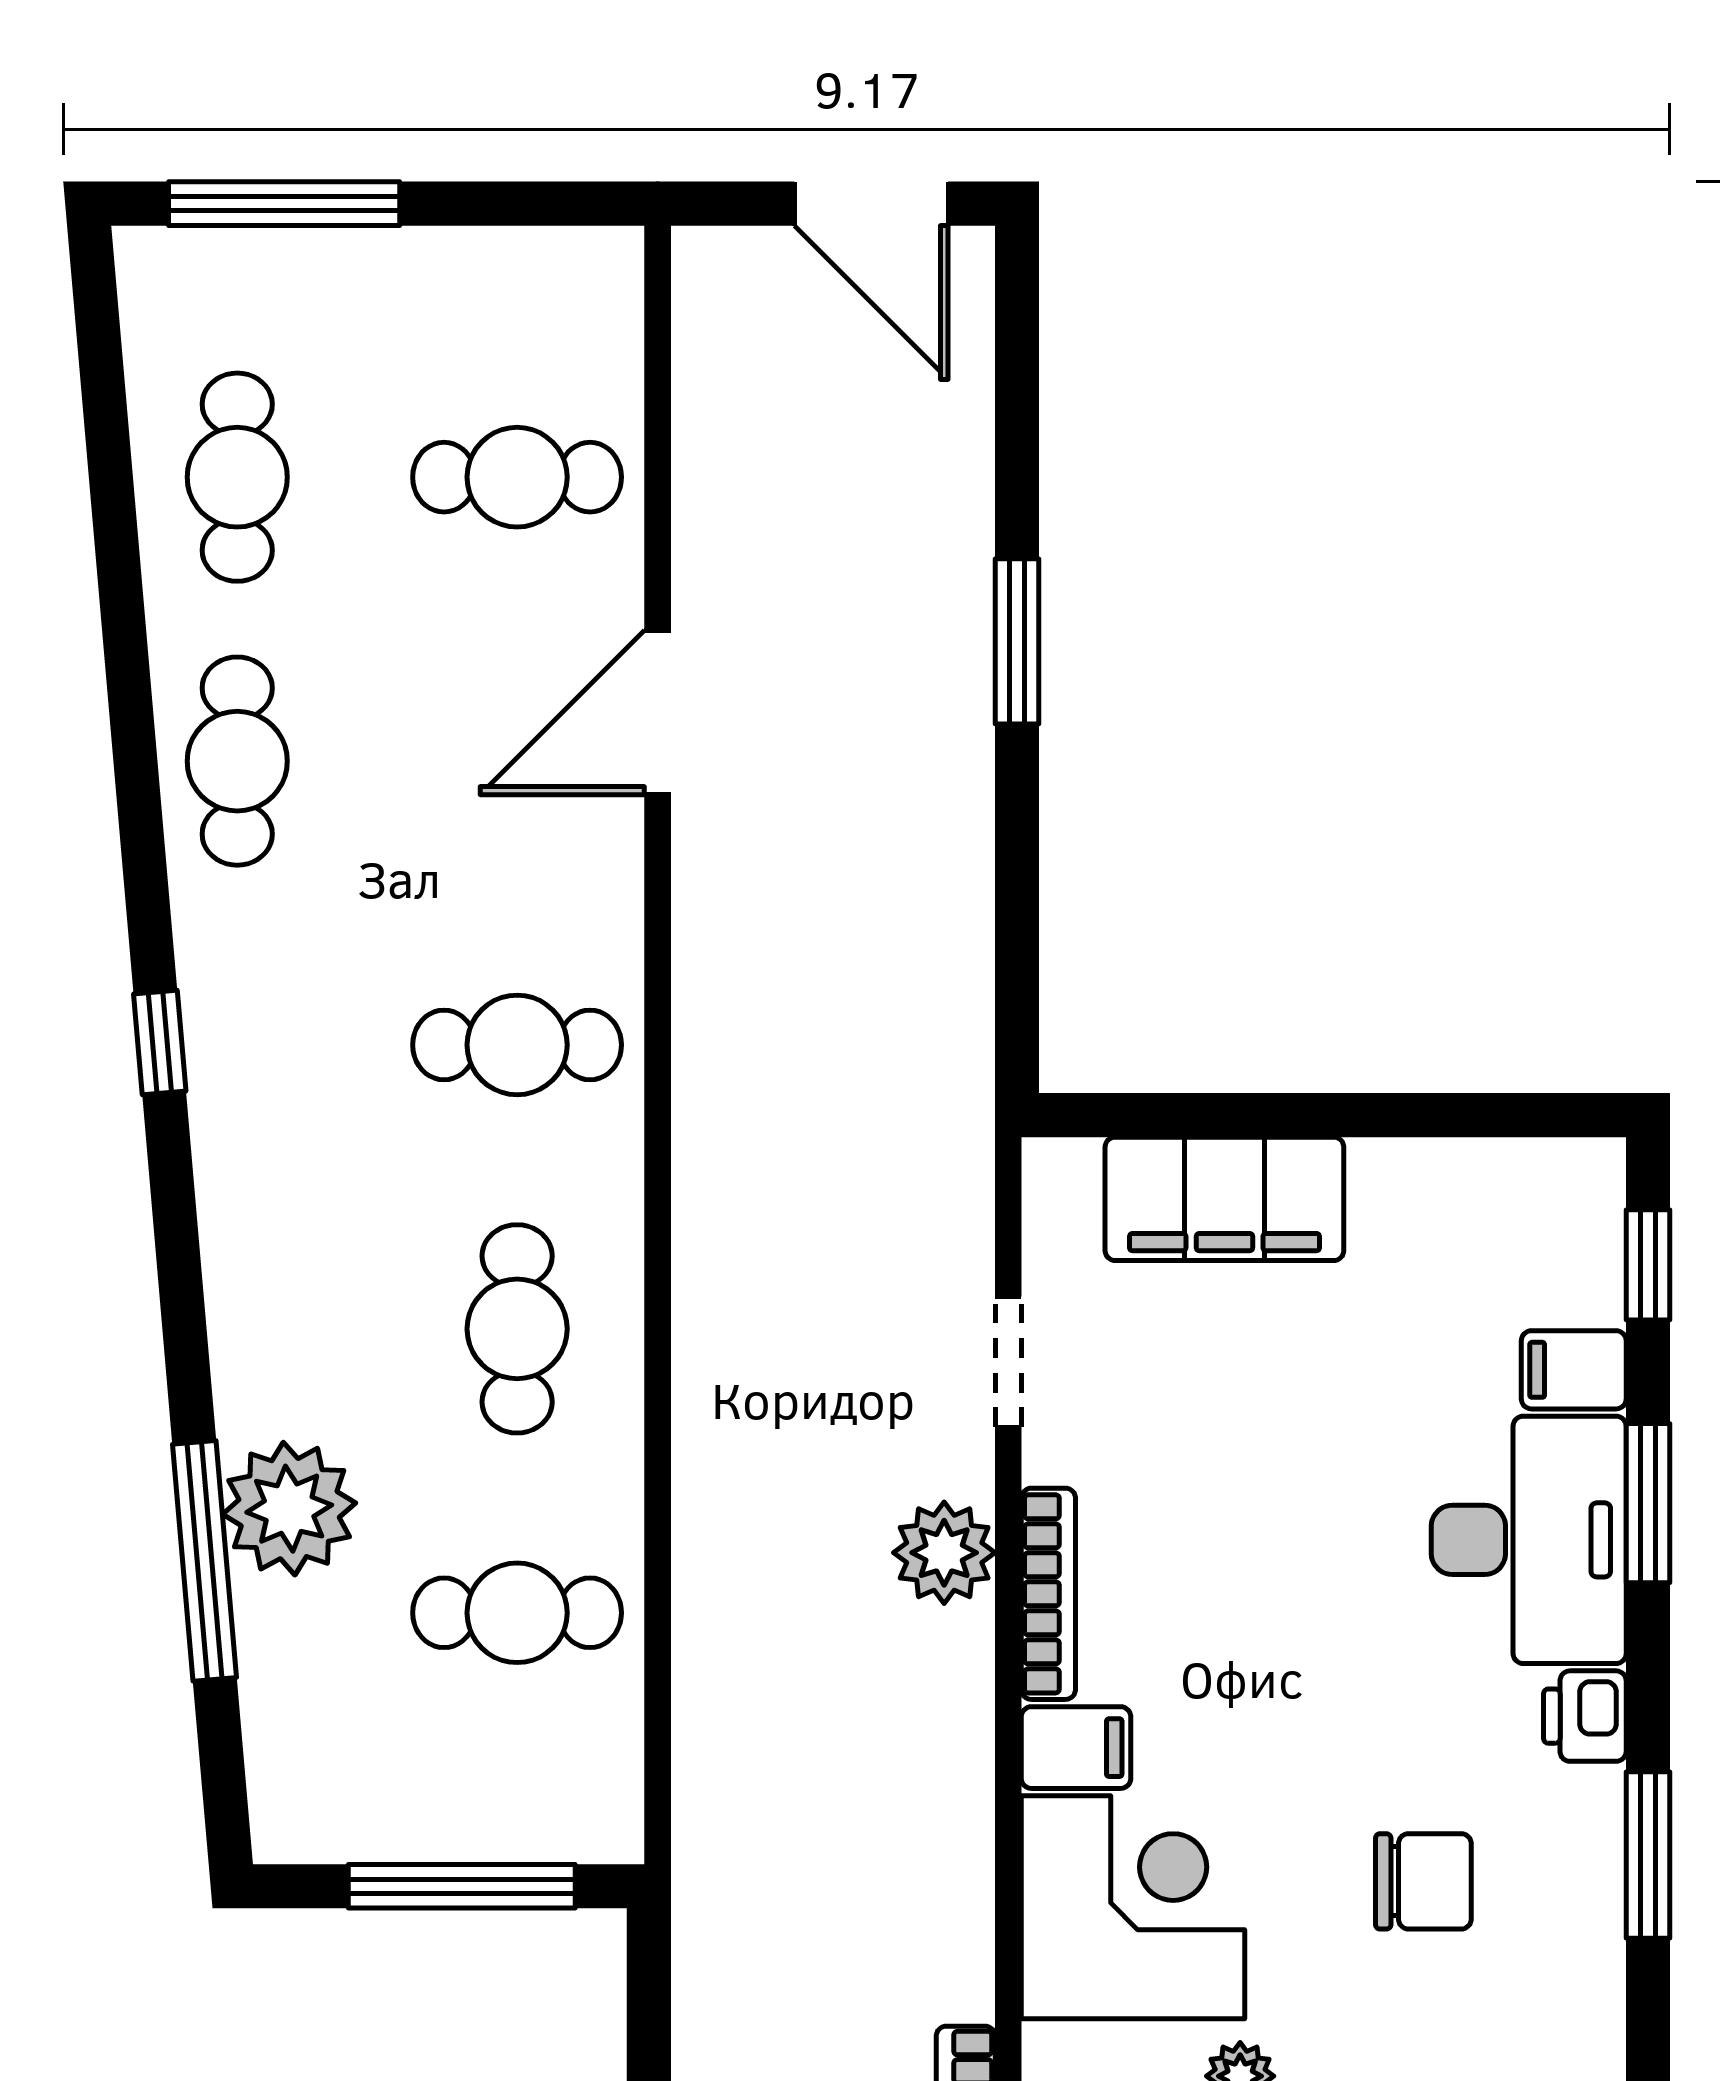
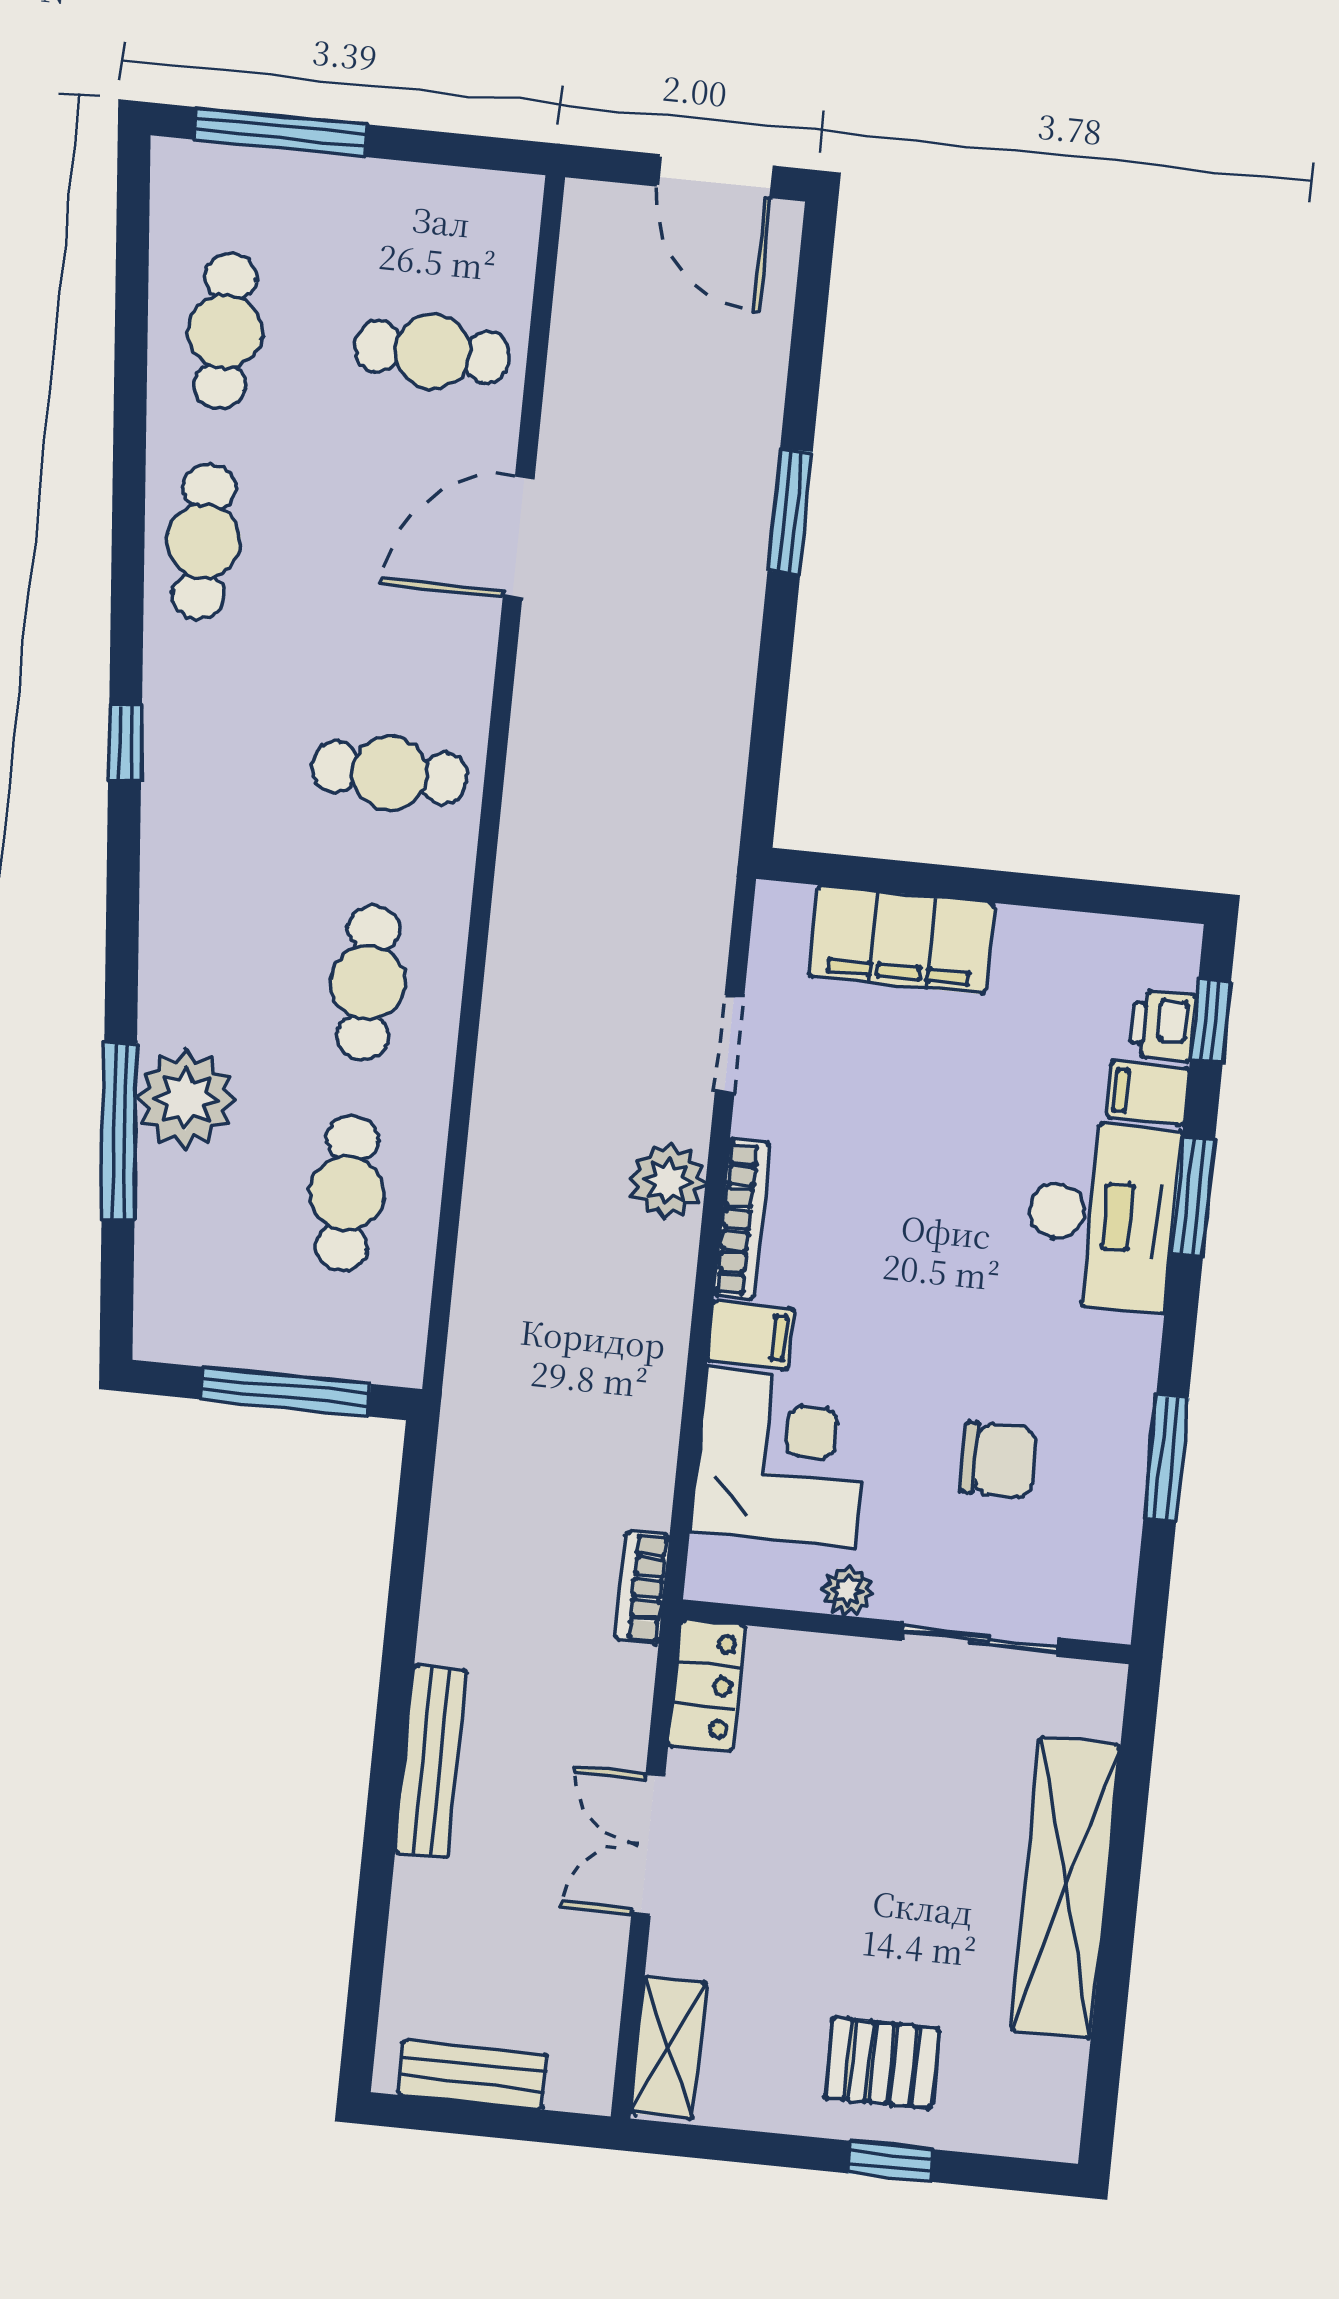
cafe table: (517, 1613) -> (347, 1193), turned 90
printer: (1585, 1716) -> (1163, 1026), moved

